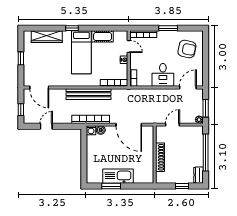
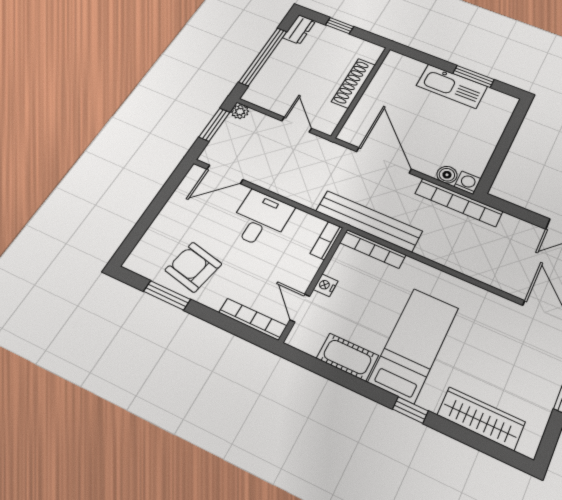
window: (168, 28) -> (167, 295), moved
armchair: (187, 49) -> (193, 267), moved
bench: (88, 94) -> (369, 221), moved
door: (172, 125) -> (297, 125), swing flipped

